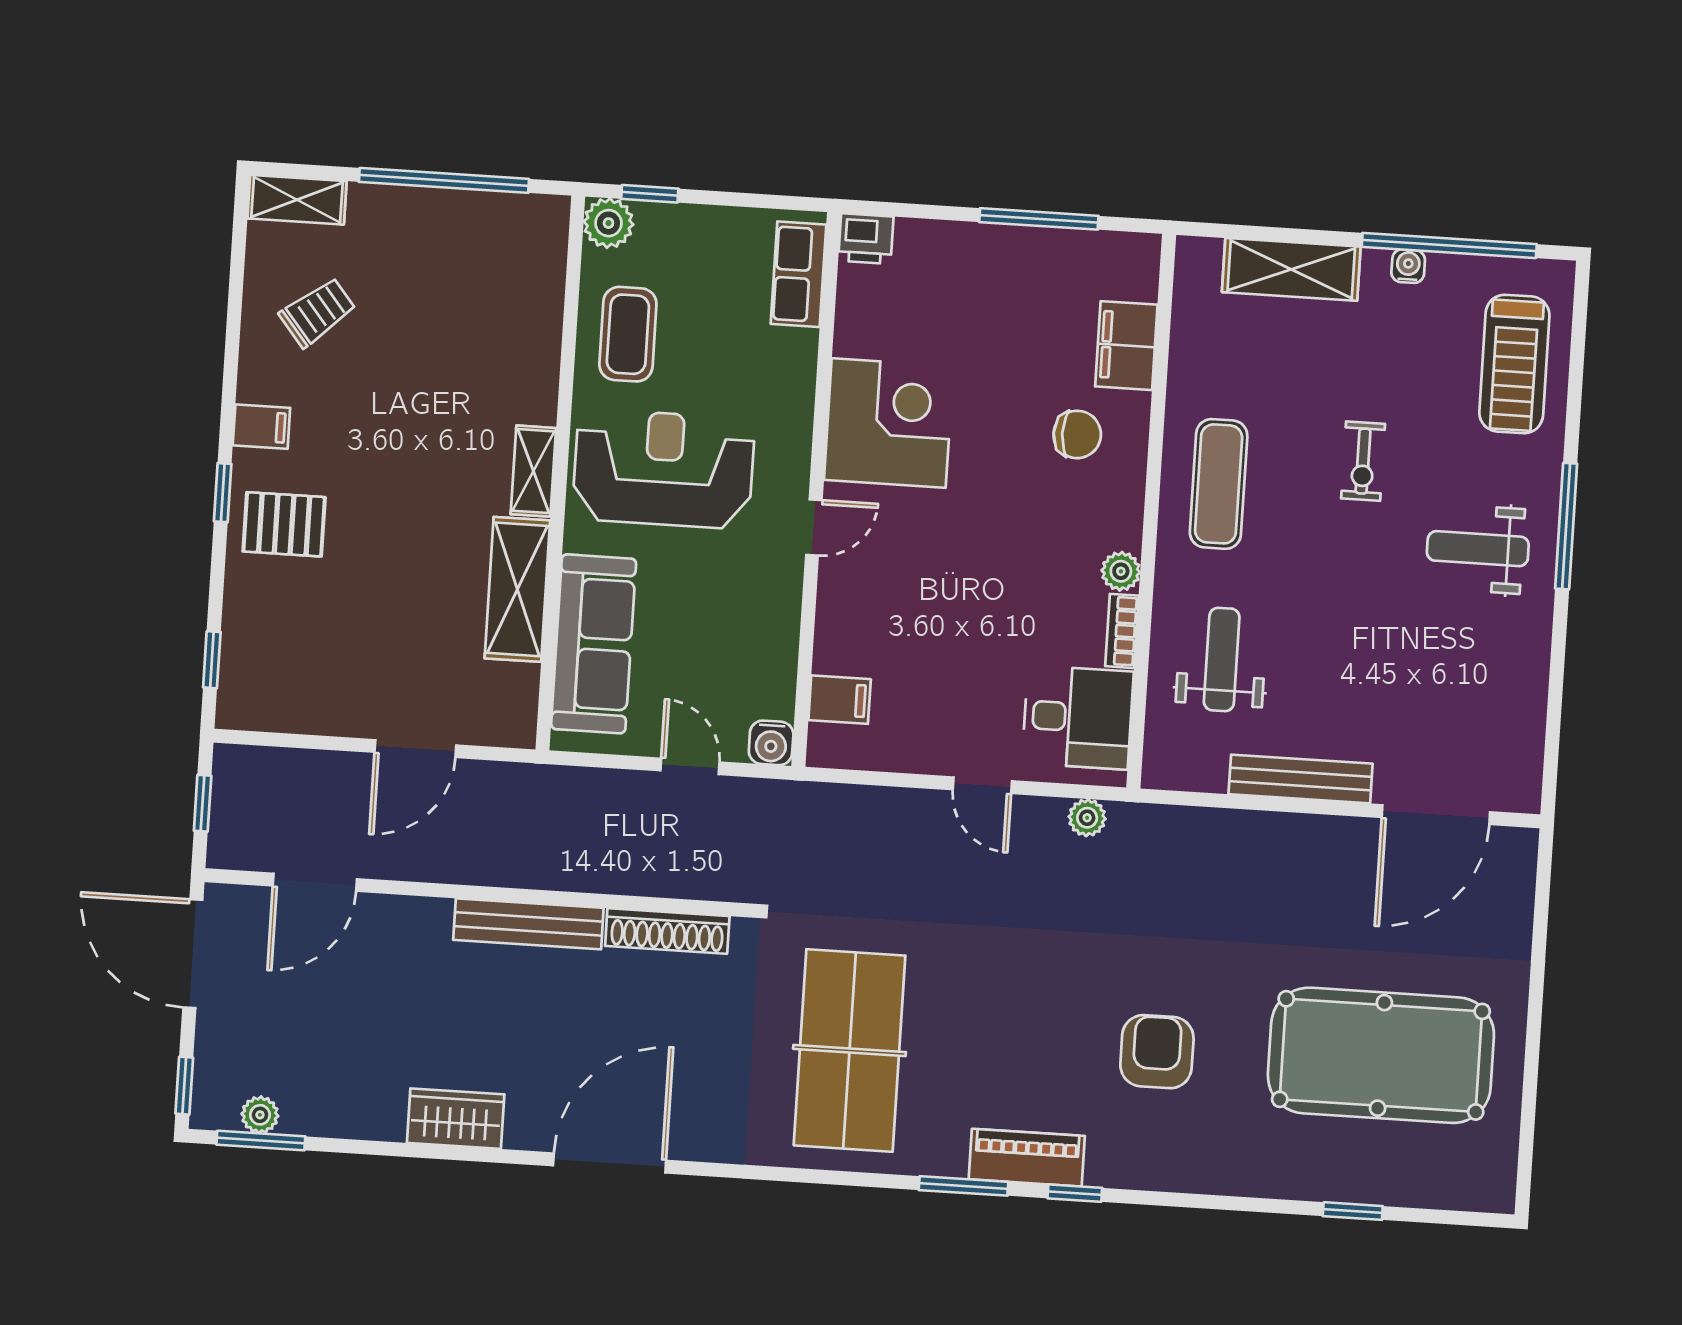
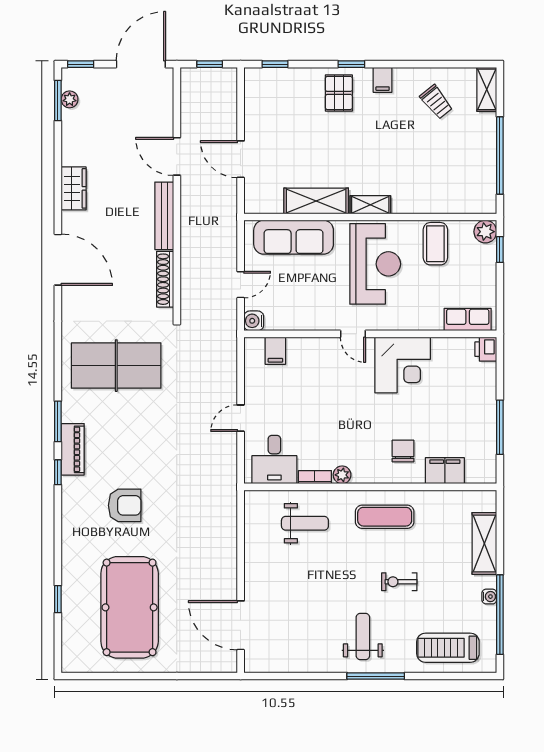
coffee table: (628, 334) -> (435, 244), turned 90
chair: (1077, 434) -> (403, 451), turned 180
bench: (1301, 779) -> (253, 563), removed
plant: (1087, 818) -> (229, 467), removed
door: (315, 882) -> (177, 156), moved

